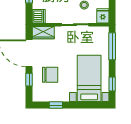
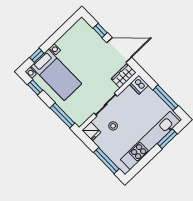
chair: (50, 75) -> (88, 49), removed
window: (56, 105) -> (37, 55), moved

